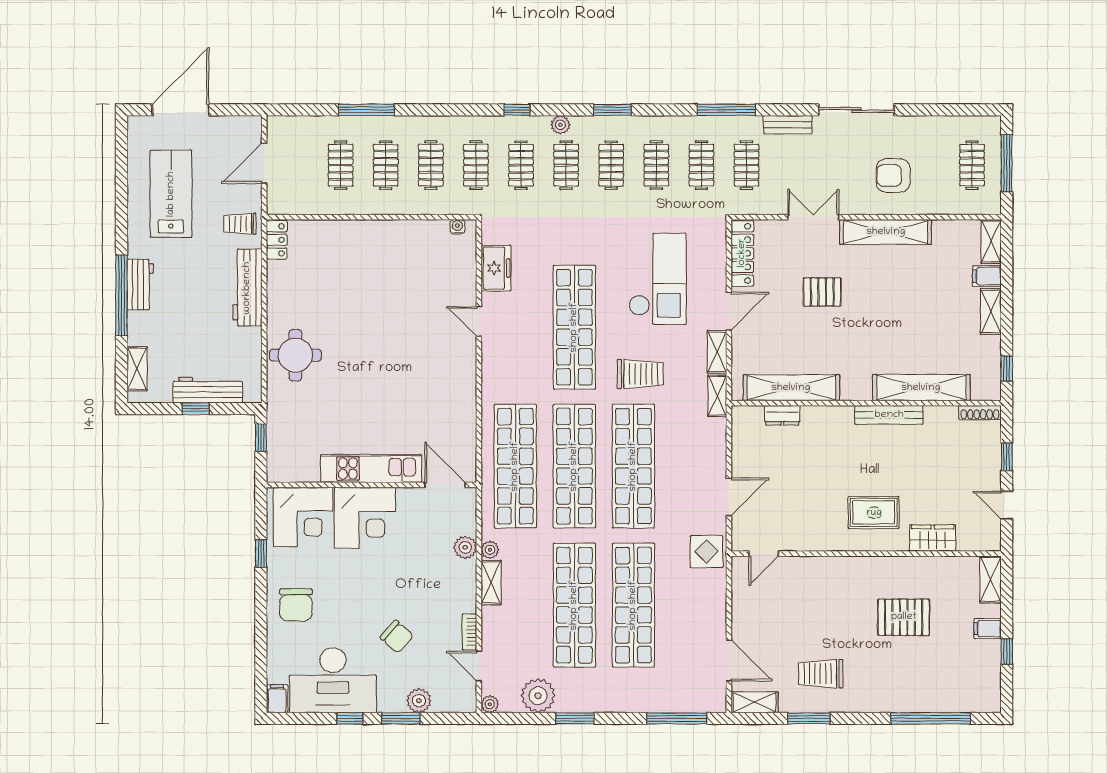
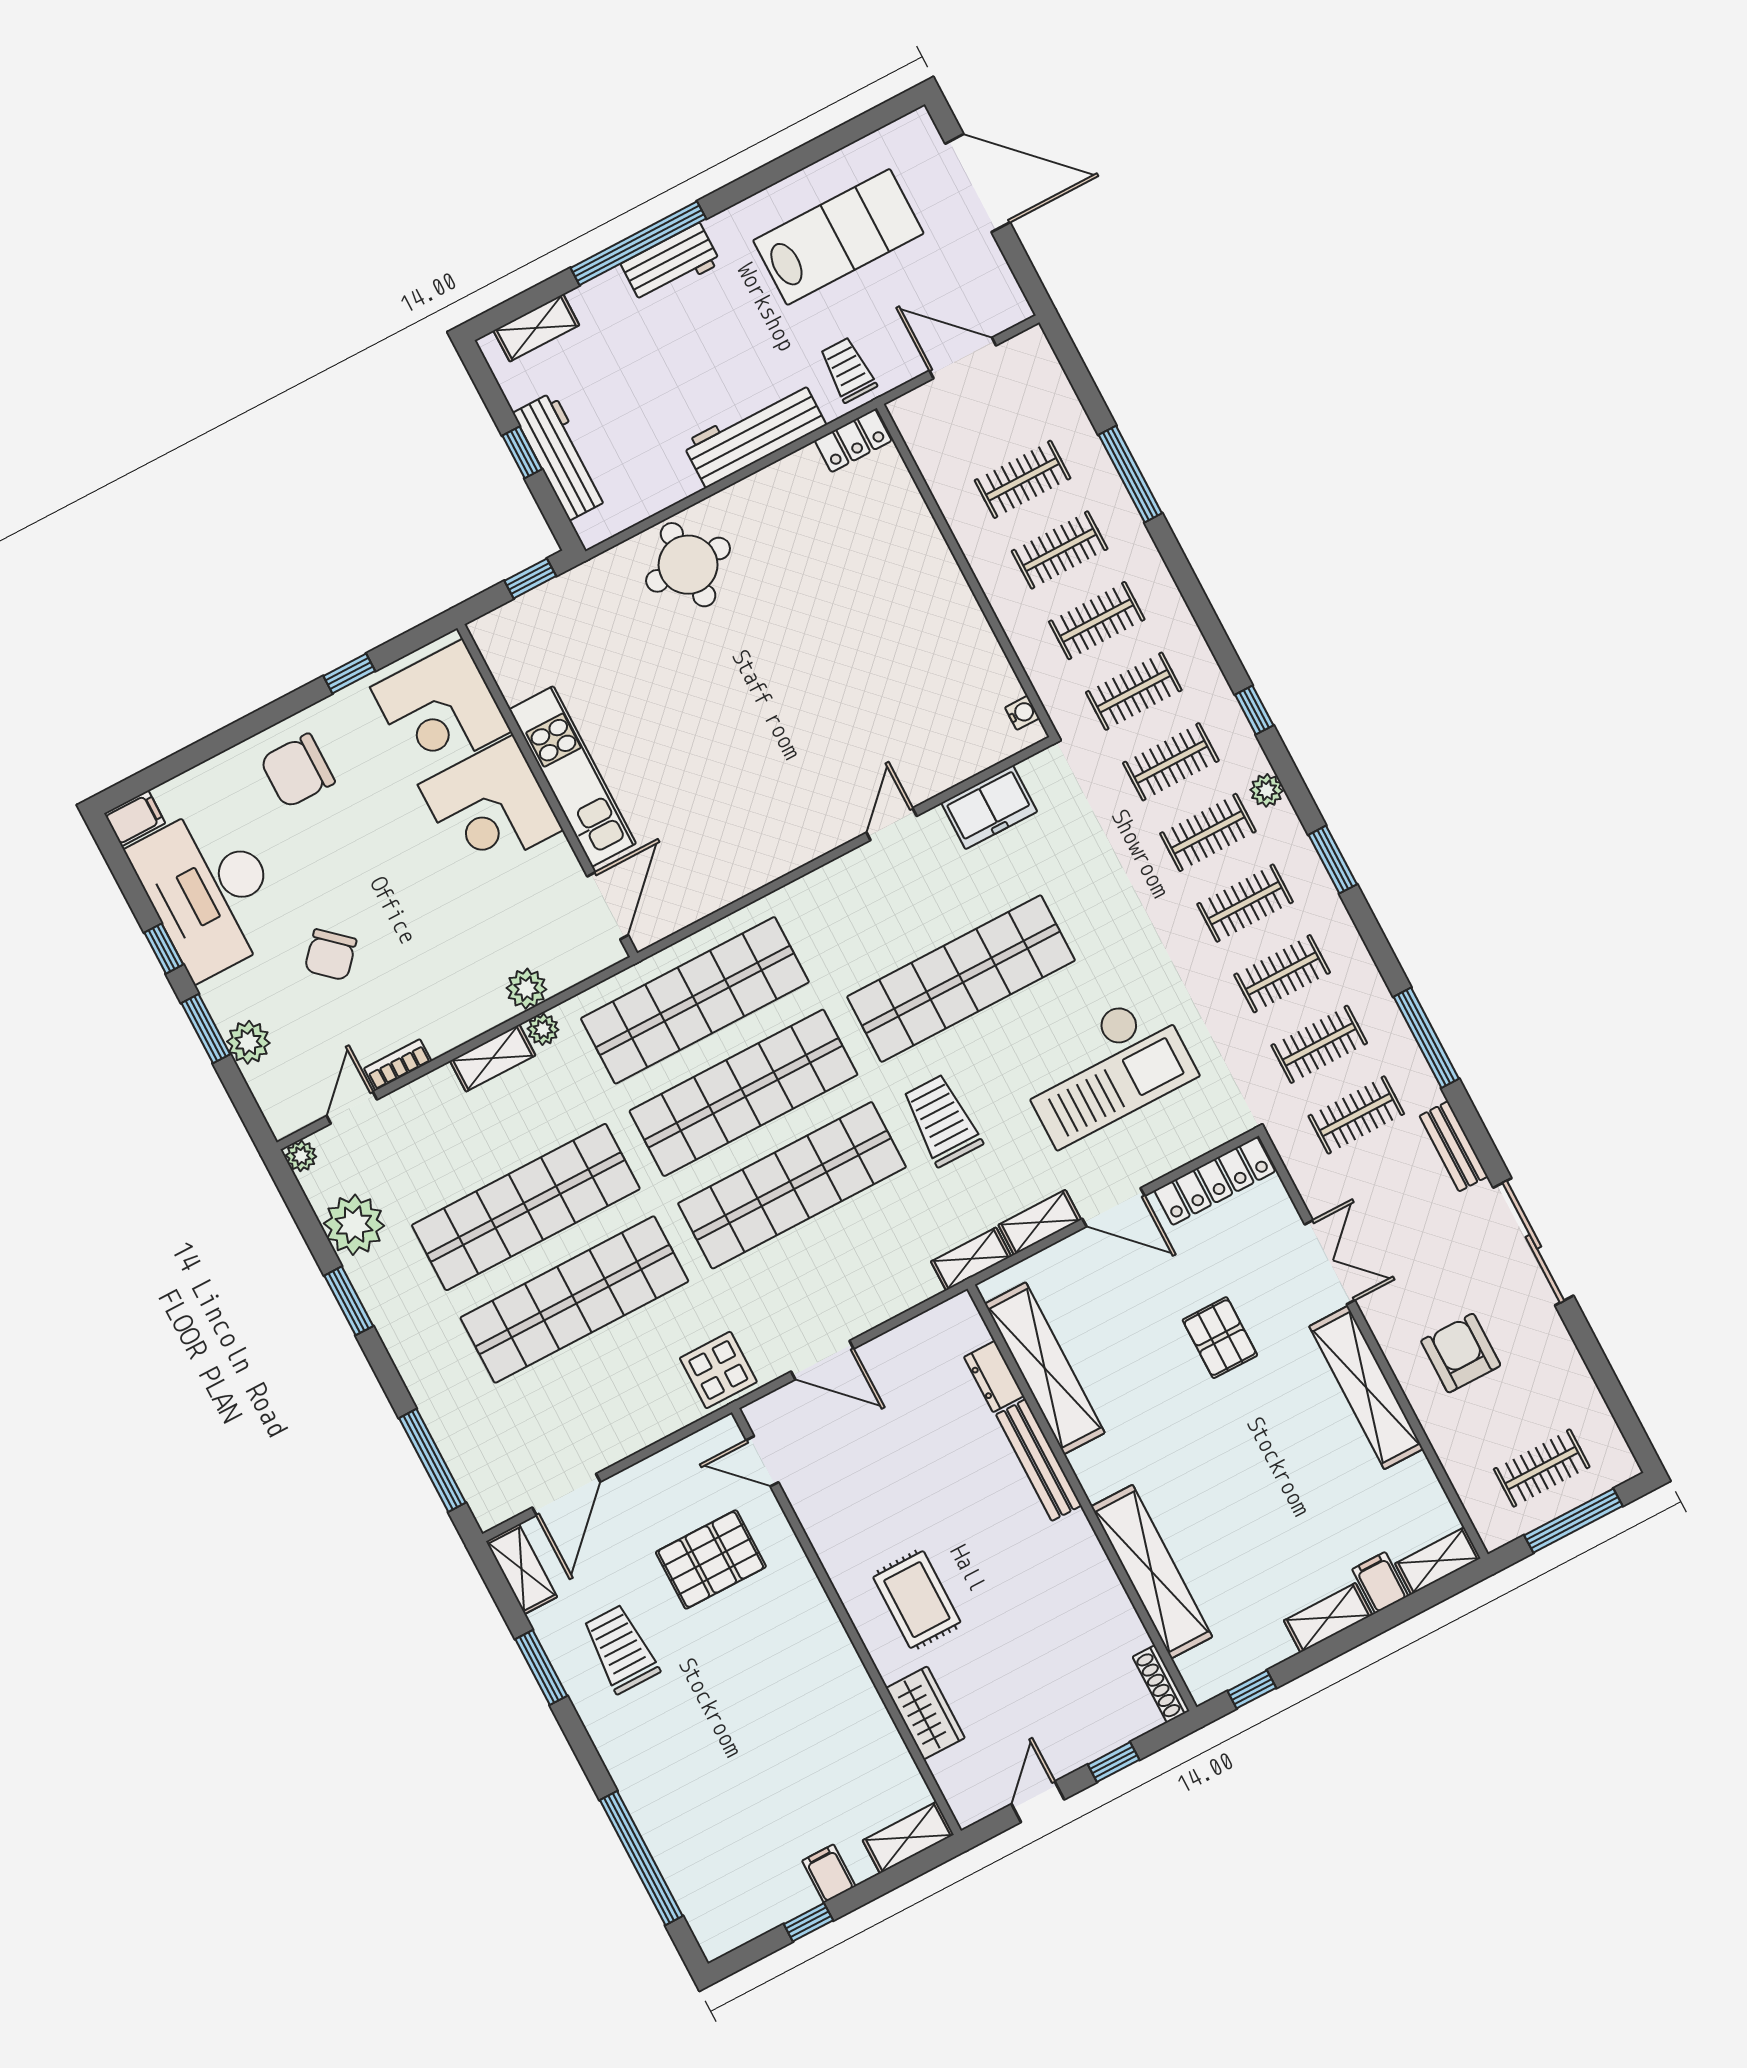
trolley: (640, 374) -> (942, 1120), turned 180
bench: (889, 415) -> (1039, 1460), moved
pallet: (904, 617) -> (711, 1559), moved, turned 90

